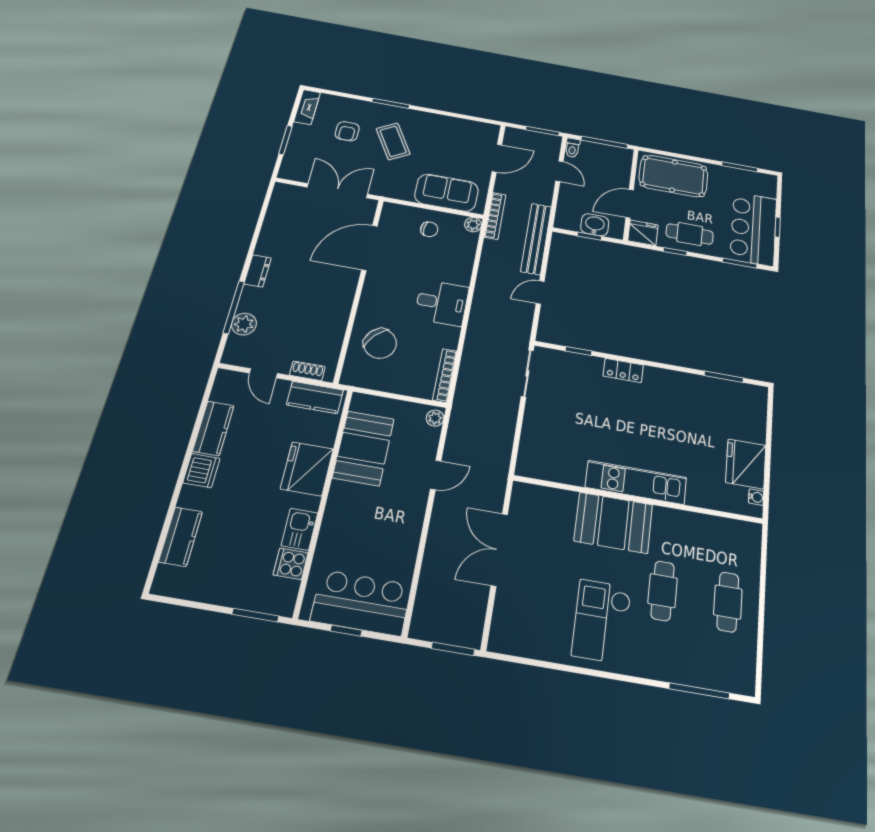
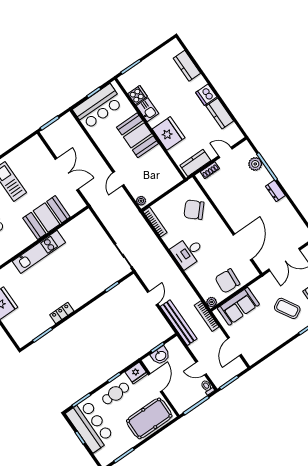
chair: (429, 229) -> (227, 281), width x1.87, depth x1.87
locker: (623, 370) -> (62, 313), moved
booth: (363, 448) -> (138, 135), moved
booth: (613, 523) -> (46, 218), moved

